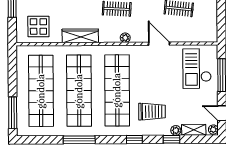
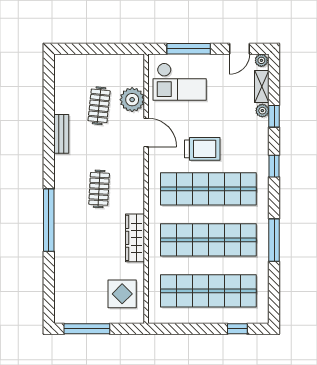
plant: (125, 38) -> (132, 100), moved, width x1.88, depth x1.88
door: (159, 44) -> (146, 132), swing flipped
trolley: (152, 112) -> (202, 149), moved, turned 90
window: (13, 113) -> (237, 329), width x0.46

